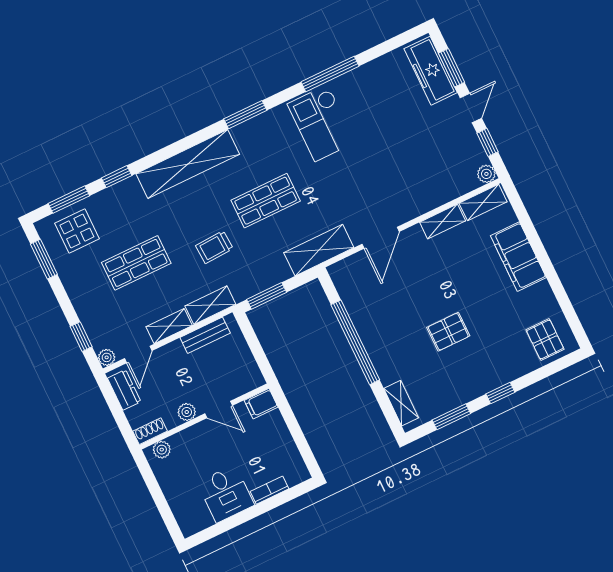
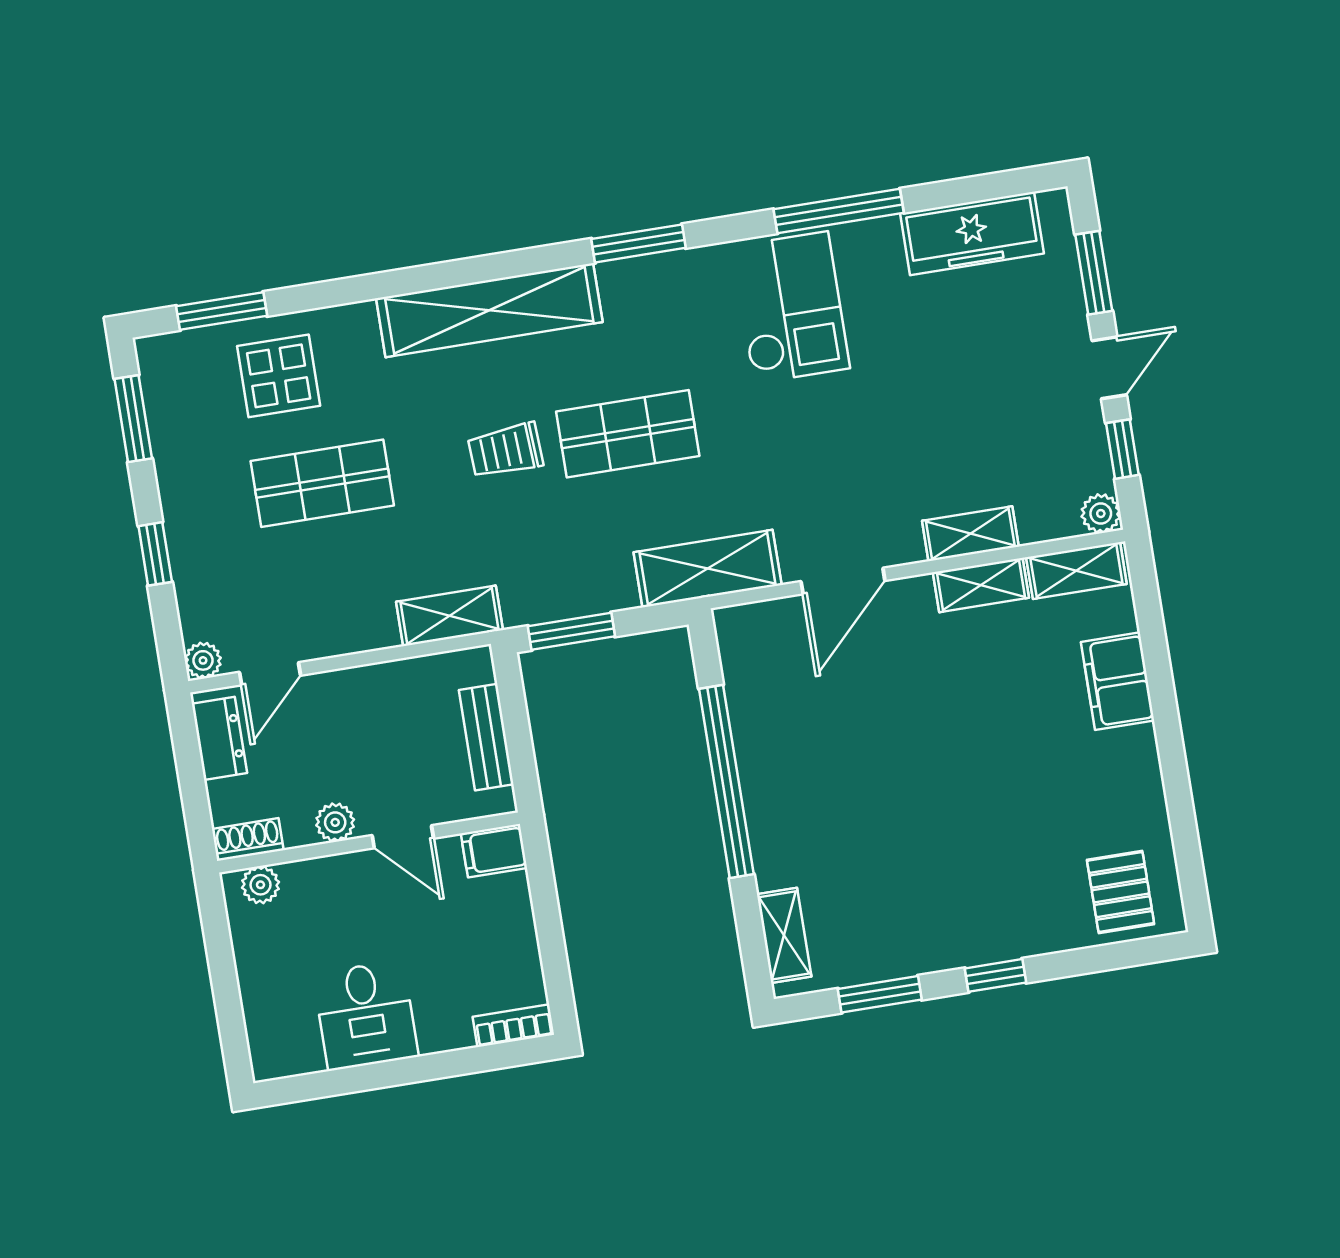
freezer: (431, 71) -> (972, 233), moved, turned -90
checkout: (321, 123) -> (791, 307), turned 180
window: (117, 177) -> (334, 293), removed
display table: (77, 231) -> (279, 376), moved
trolley: (214, 247) -> (505, 450), moved
filing cabinet: (518, 257) -> (1118, 681), width x0.67, depth x0.86
shelving: (169, 326) -> (970, 534), moved
pallet: (448, 332) -> (925, 817), removed
bench: (205, 335) -> (486, 737), moved, turned 90
window: (81, 337) -> (155, 554), moved
bookcase: (269, 490) -> (513, 1026), moved

